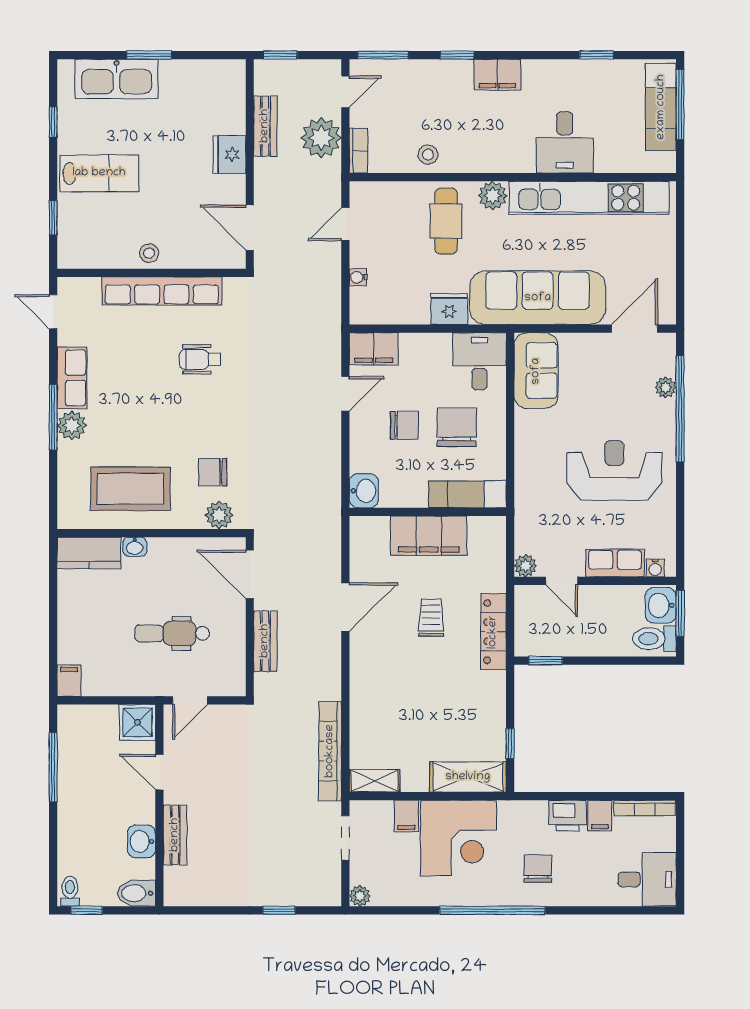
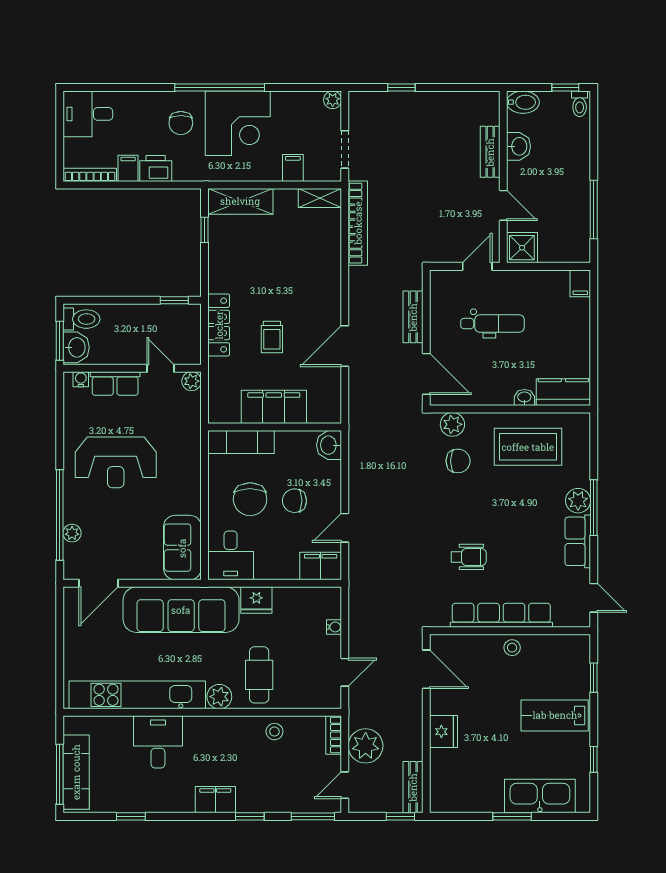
bench: (265, 126) -> (413, 787), moved
corner desk: (459, 838) -> (238, 123), moved, turned 180

